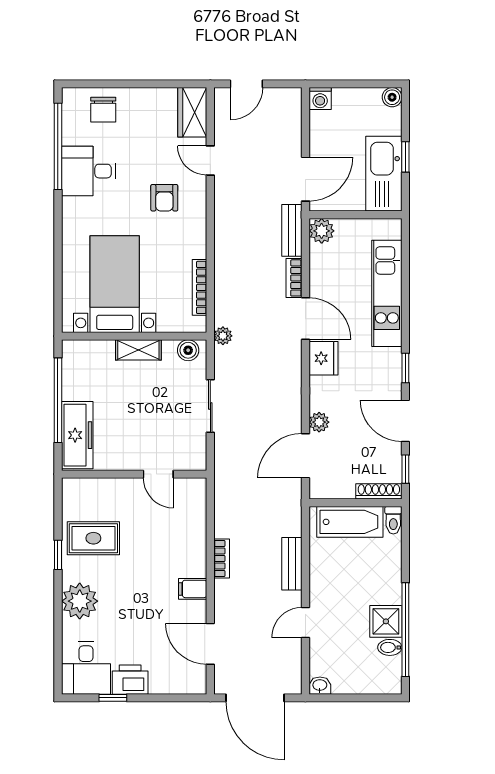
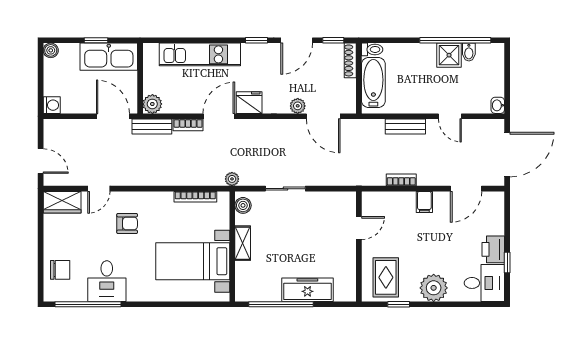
wall: (134, 474) -> (359, 246), moved
door: (158, 474) -> (359, 228), moved

